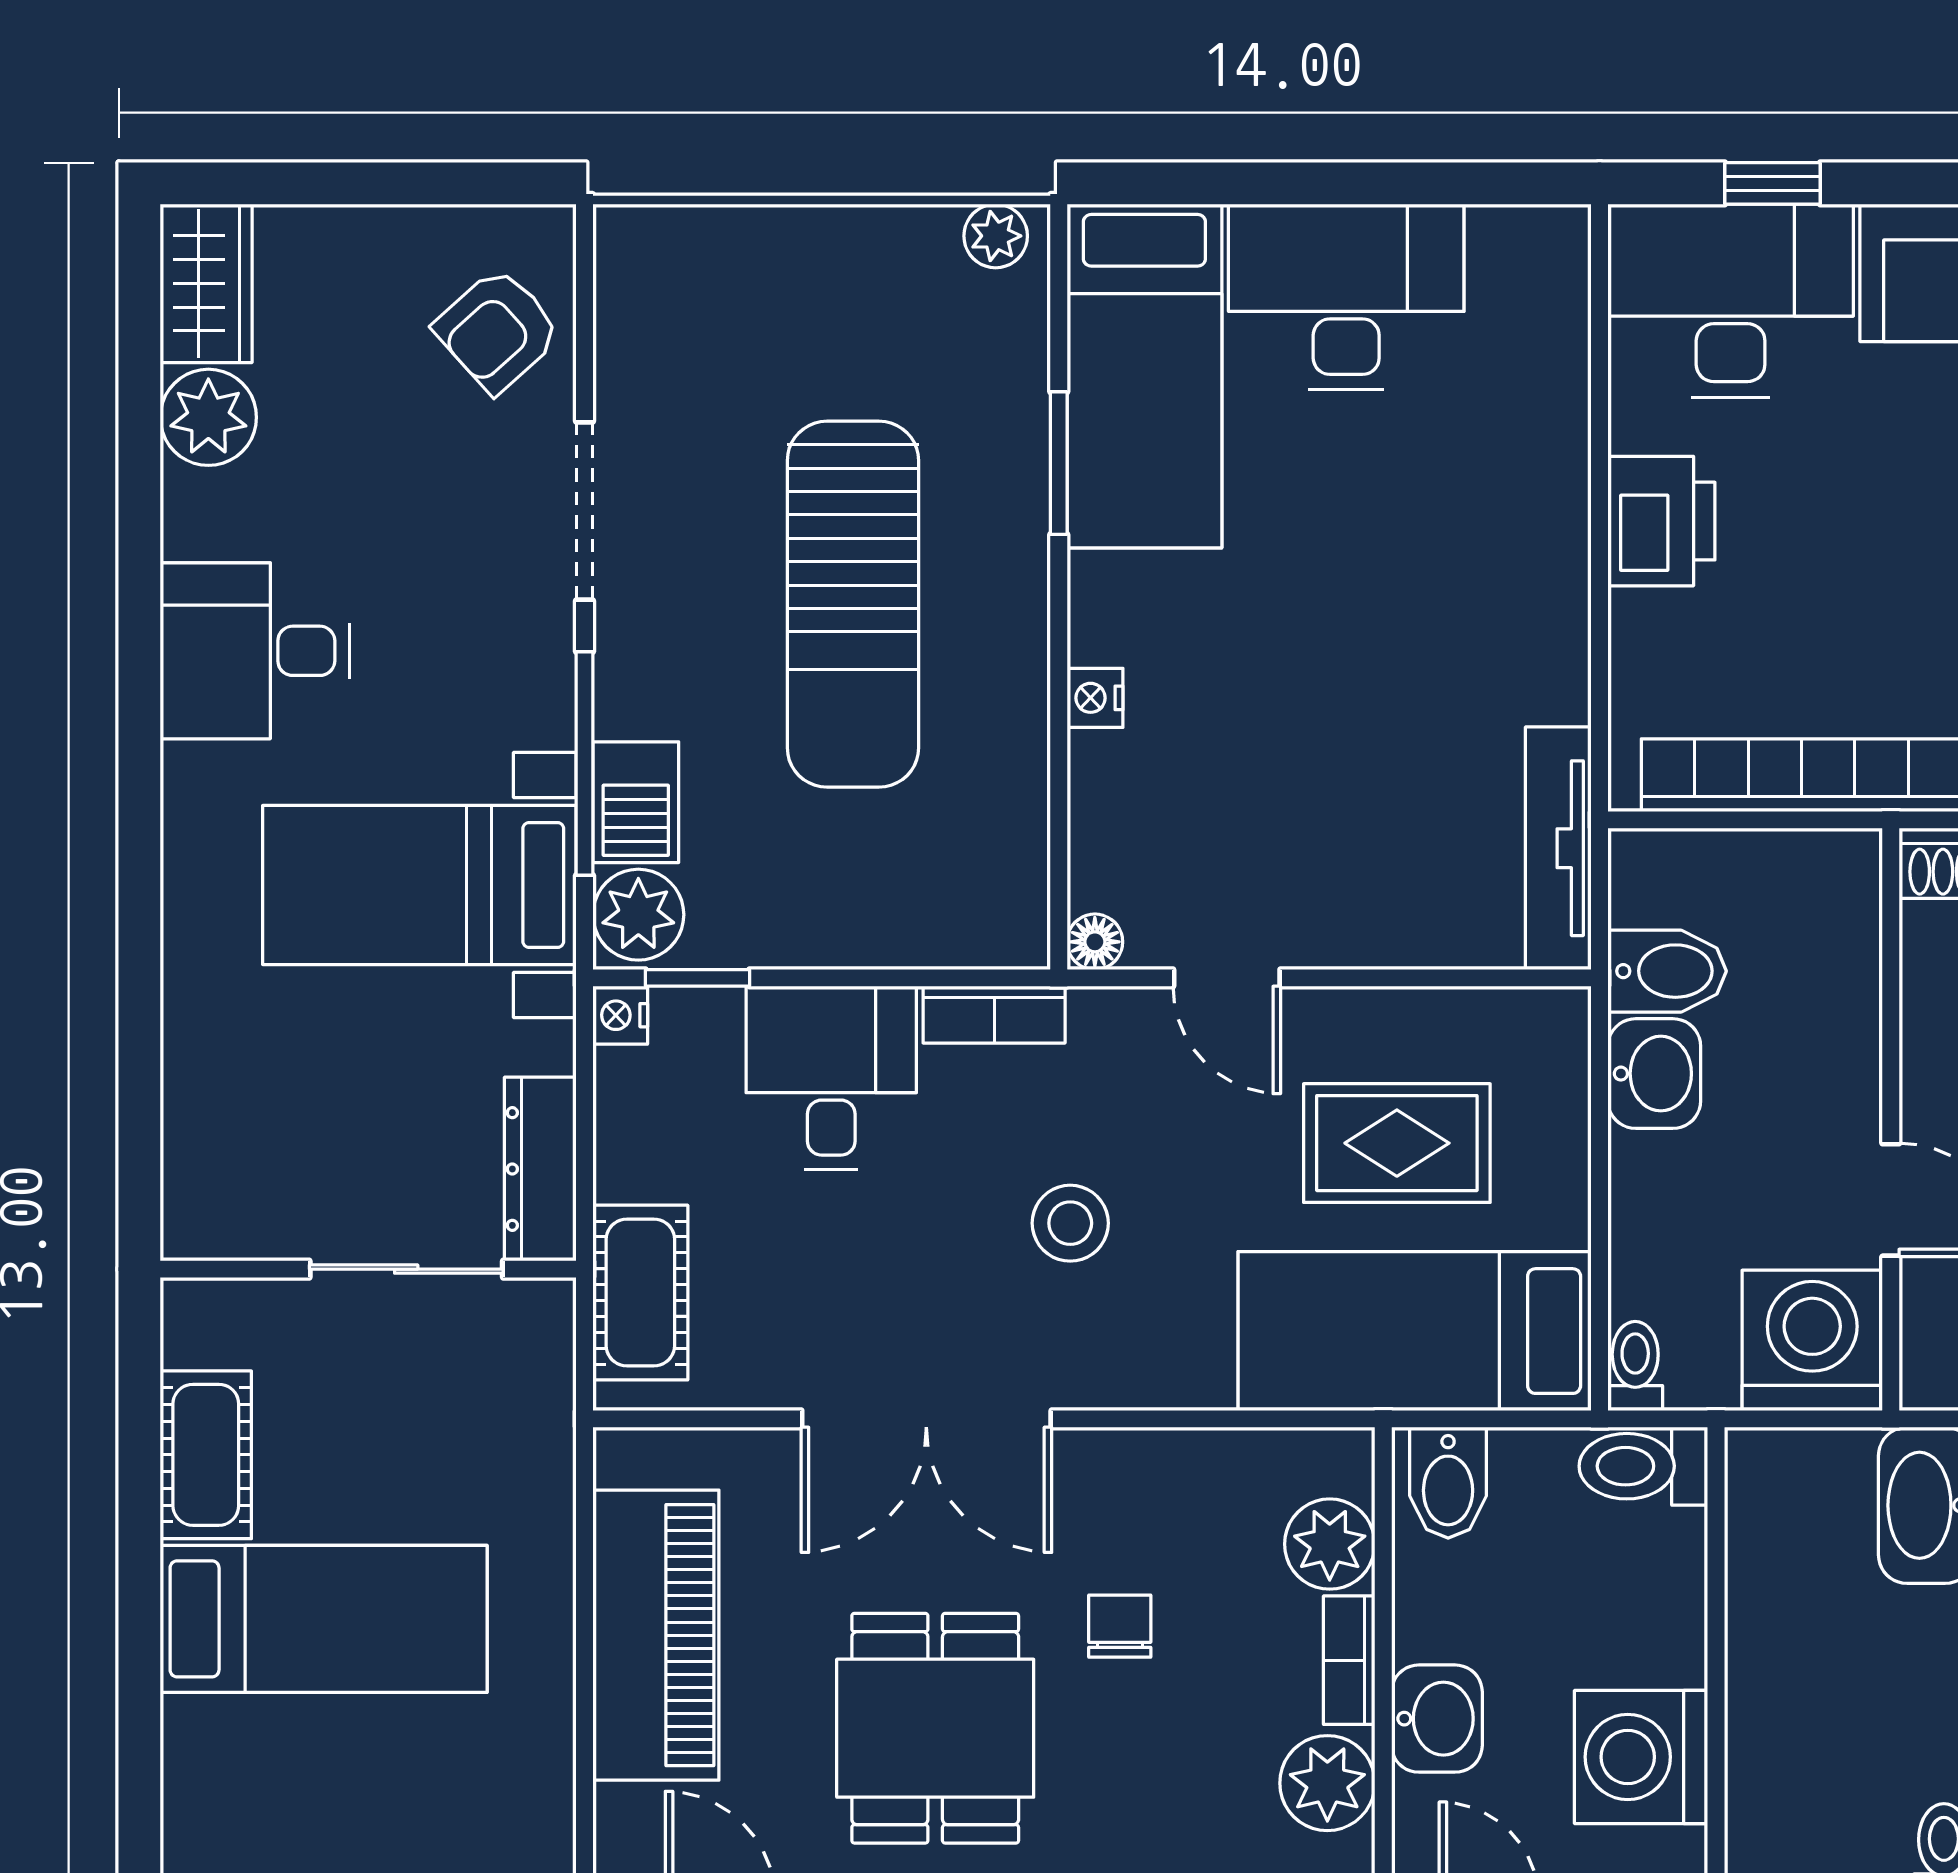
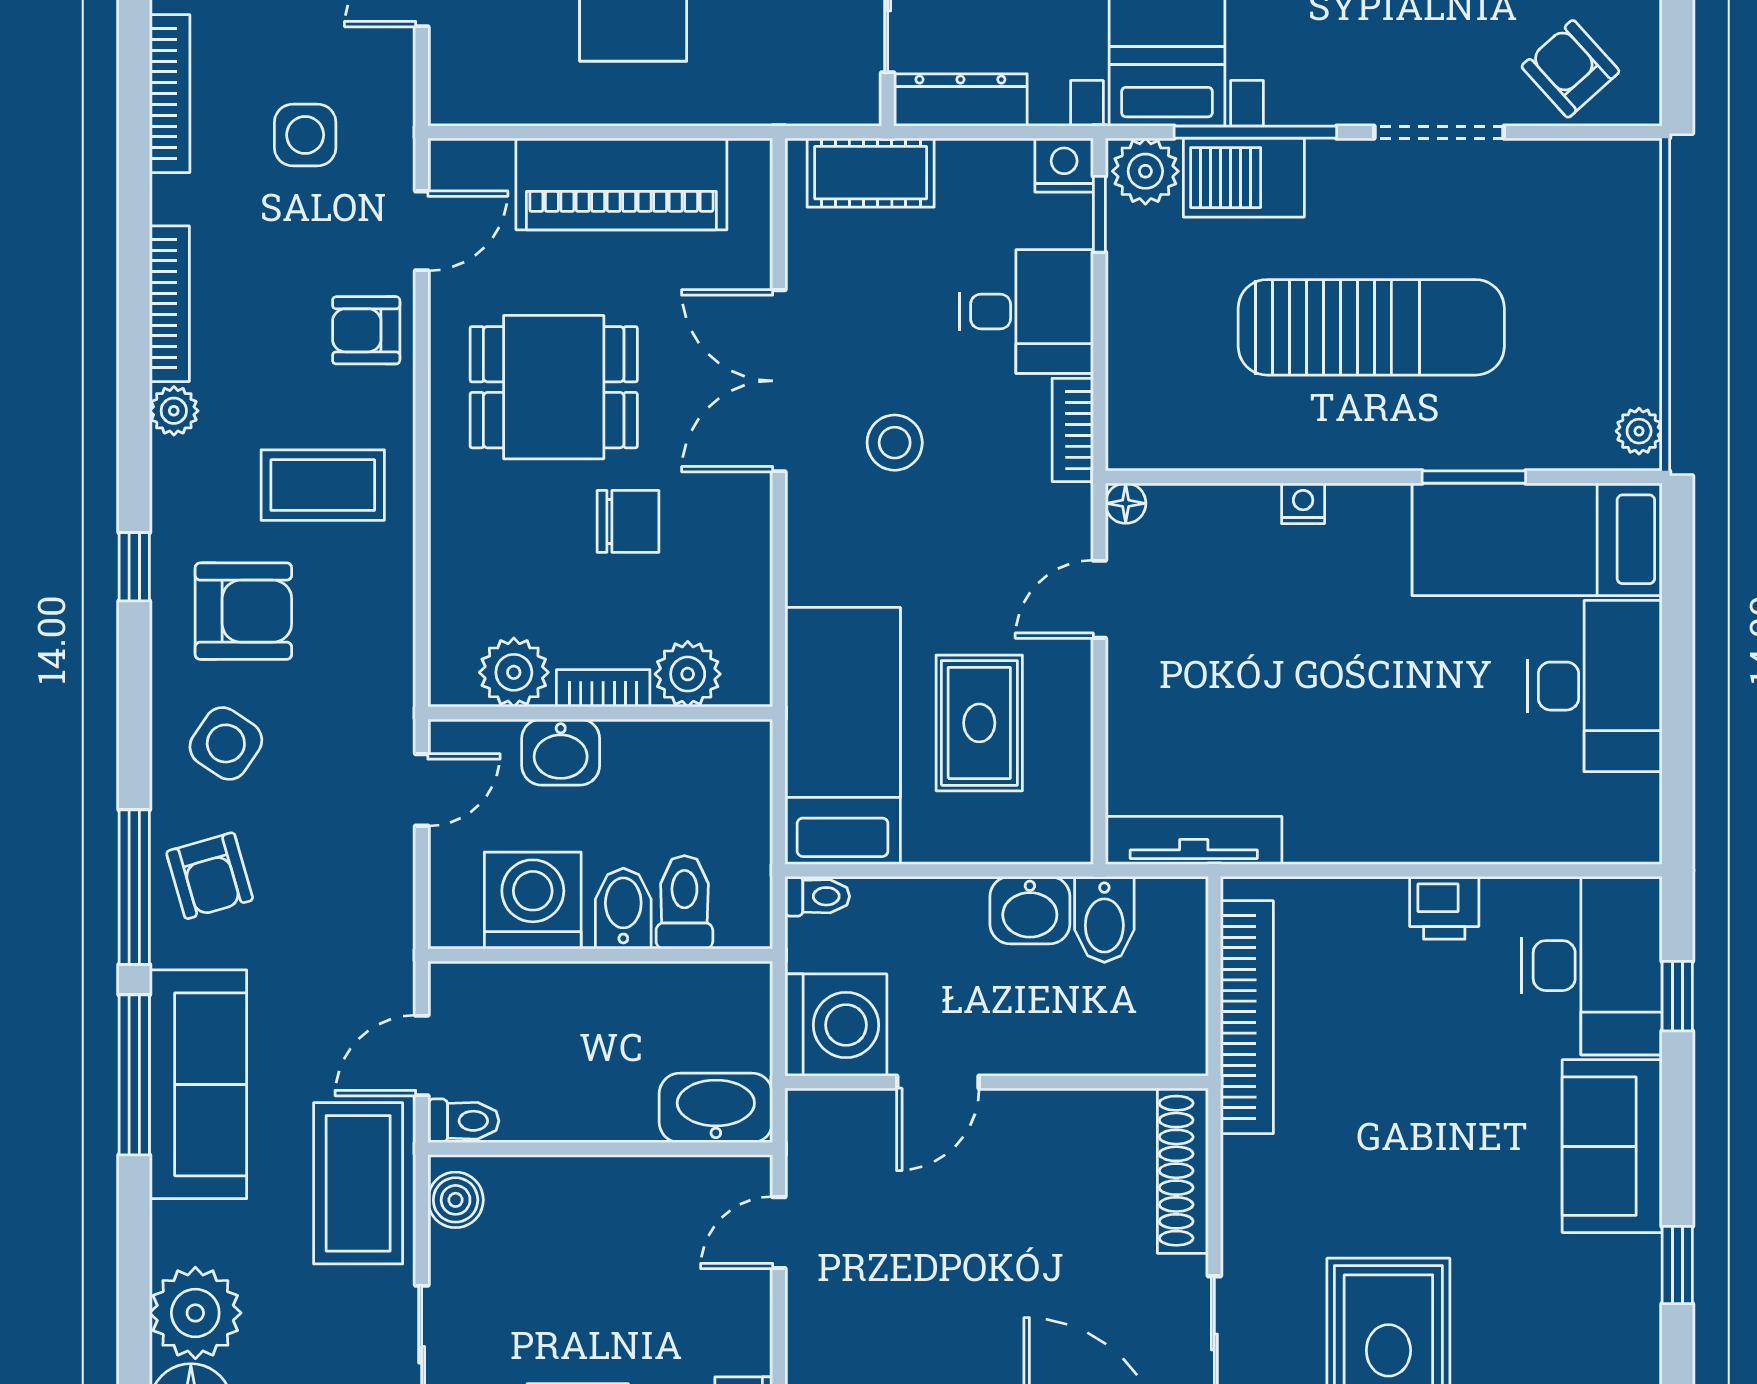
printer: (1661, 521) -> (1444, 908), width x0.73, depth x0.81
sun lounger: (853, 604) -> (1371, 327), turned 180
barbecue: (636, 802) -> (1244, 178), width x1.38, depth x1.27
nightstand: (620, 1015) -> (1064, 165), width x1.39, depth x1.35
stool: (1070, 1223) -> (895, 443), moved
toilet: (1643, 1466) -> (684, 902), moved
bidet: (1448, 1483) -> (623, 909), moved, turned 90
chair: (1120, 1626) -> (628, 521), width x1.37, depth x1.37

